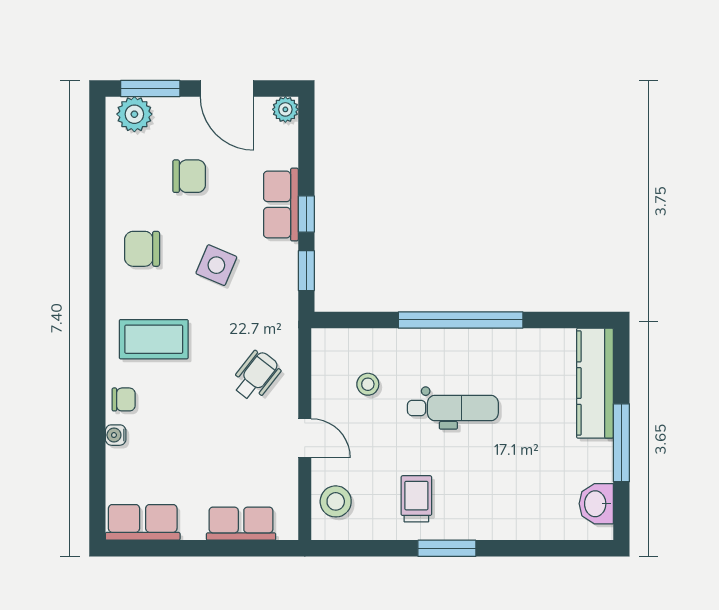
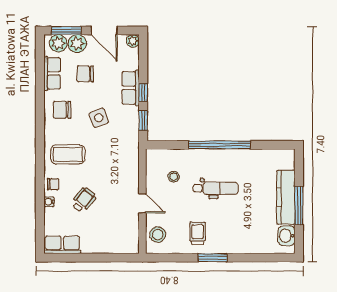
plant: (173, 115) -> (77, 44), added
chair: (189, 176) -> (85, 74), turned 180
side table: (216, 265) -> (99, 118), turned 45
wheelchair: (256, 376) -> (84, 200), moved
kitchen counter: (595, 383) -> (286, 197), moved
row of seats: (241, 524) -> (52, 73), moved, turned 90

